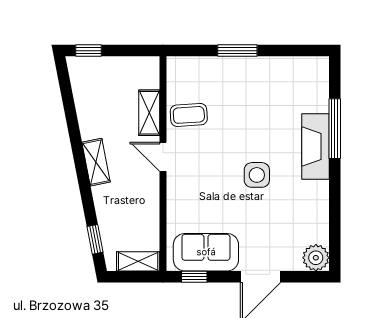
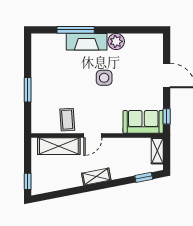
shelving: (149, 113) -> (59, 146), width x1.50, depth x1.33
sofa: (206, 252) -> (143, 122), moved, turned 90
plant: (316, 258) -> (116, 41), moved

